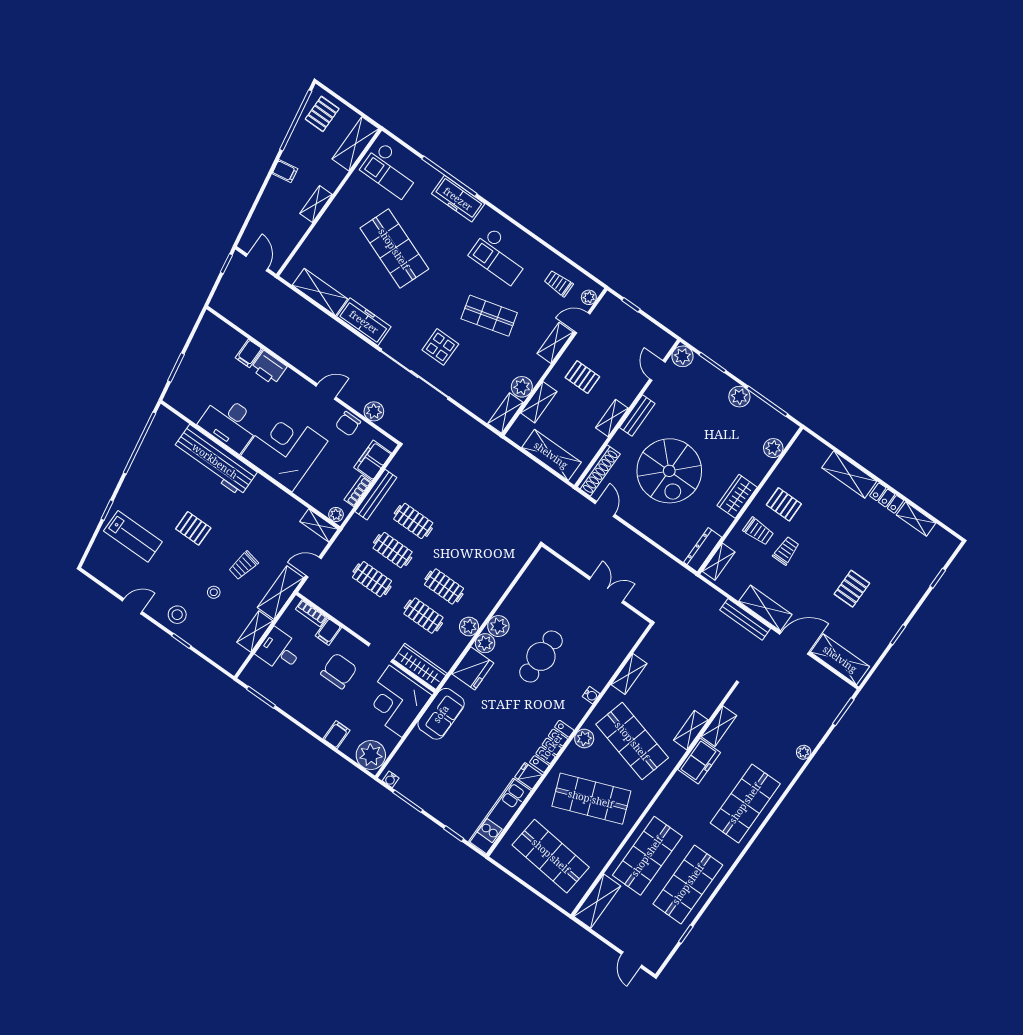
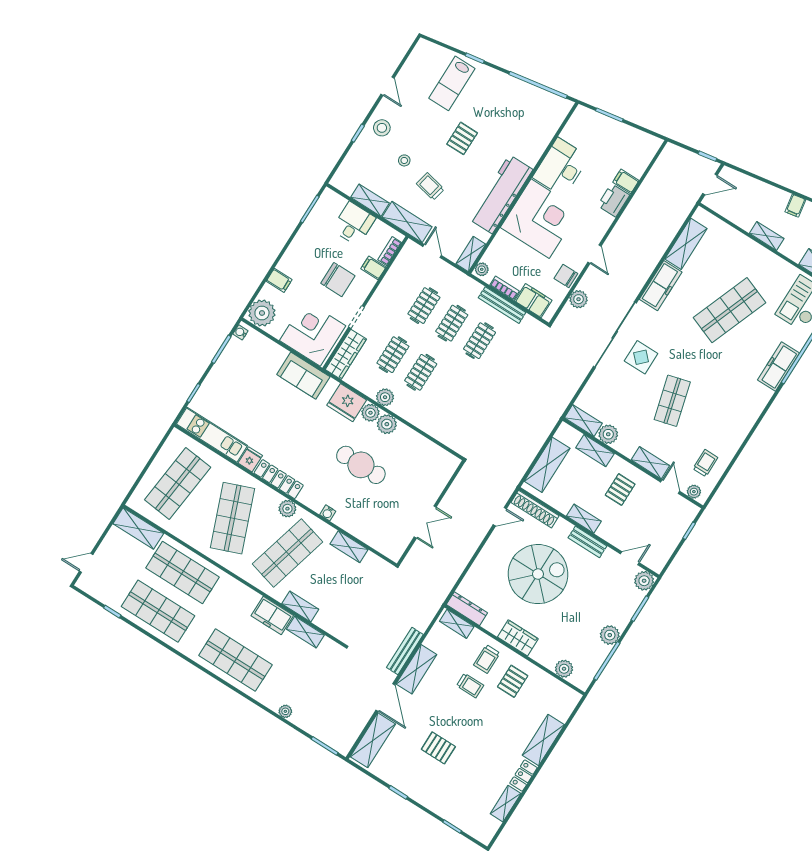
checkout: (500, 256) -> (728, 408), removed
workbench: (215, 461) -> (501, 194), moved
spiral stairs: (669, 471) -> (538, 574), turned 180

